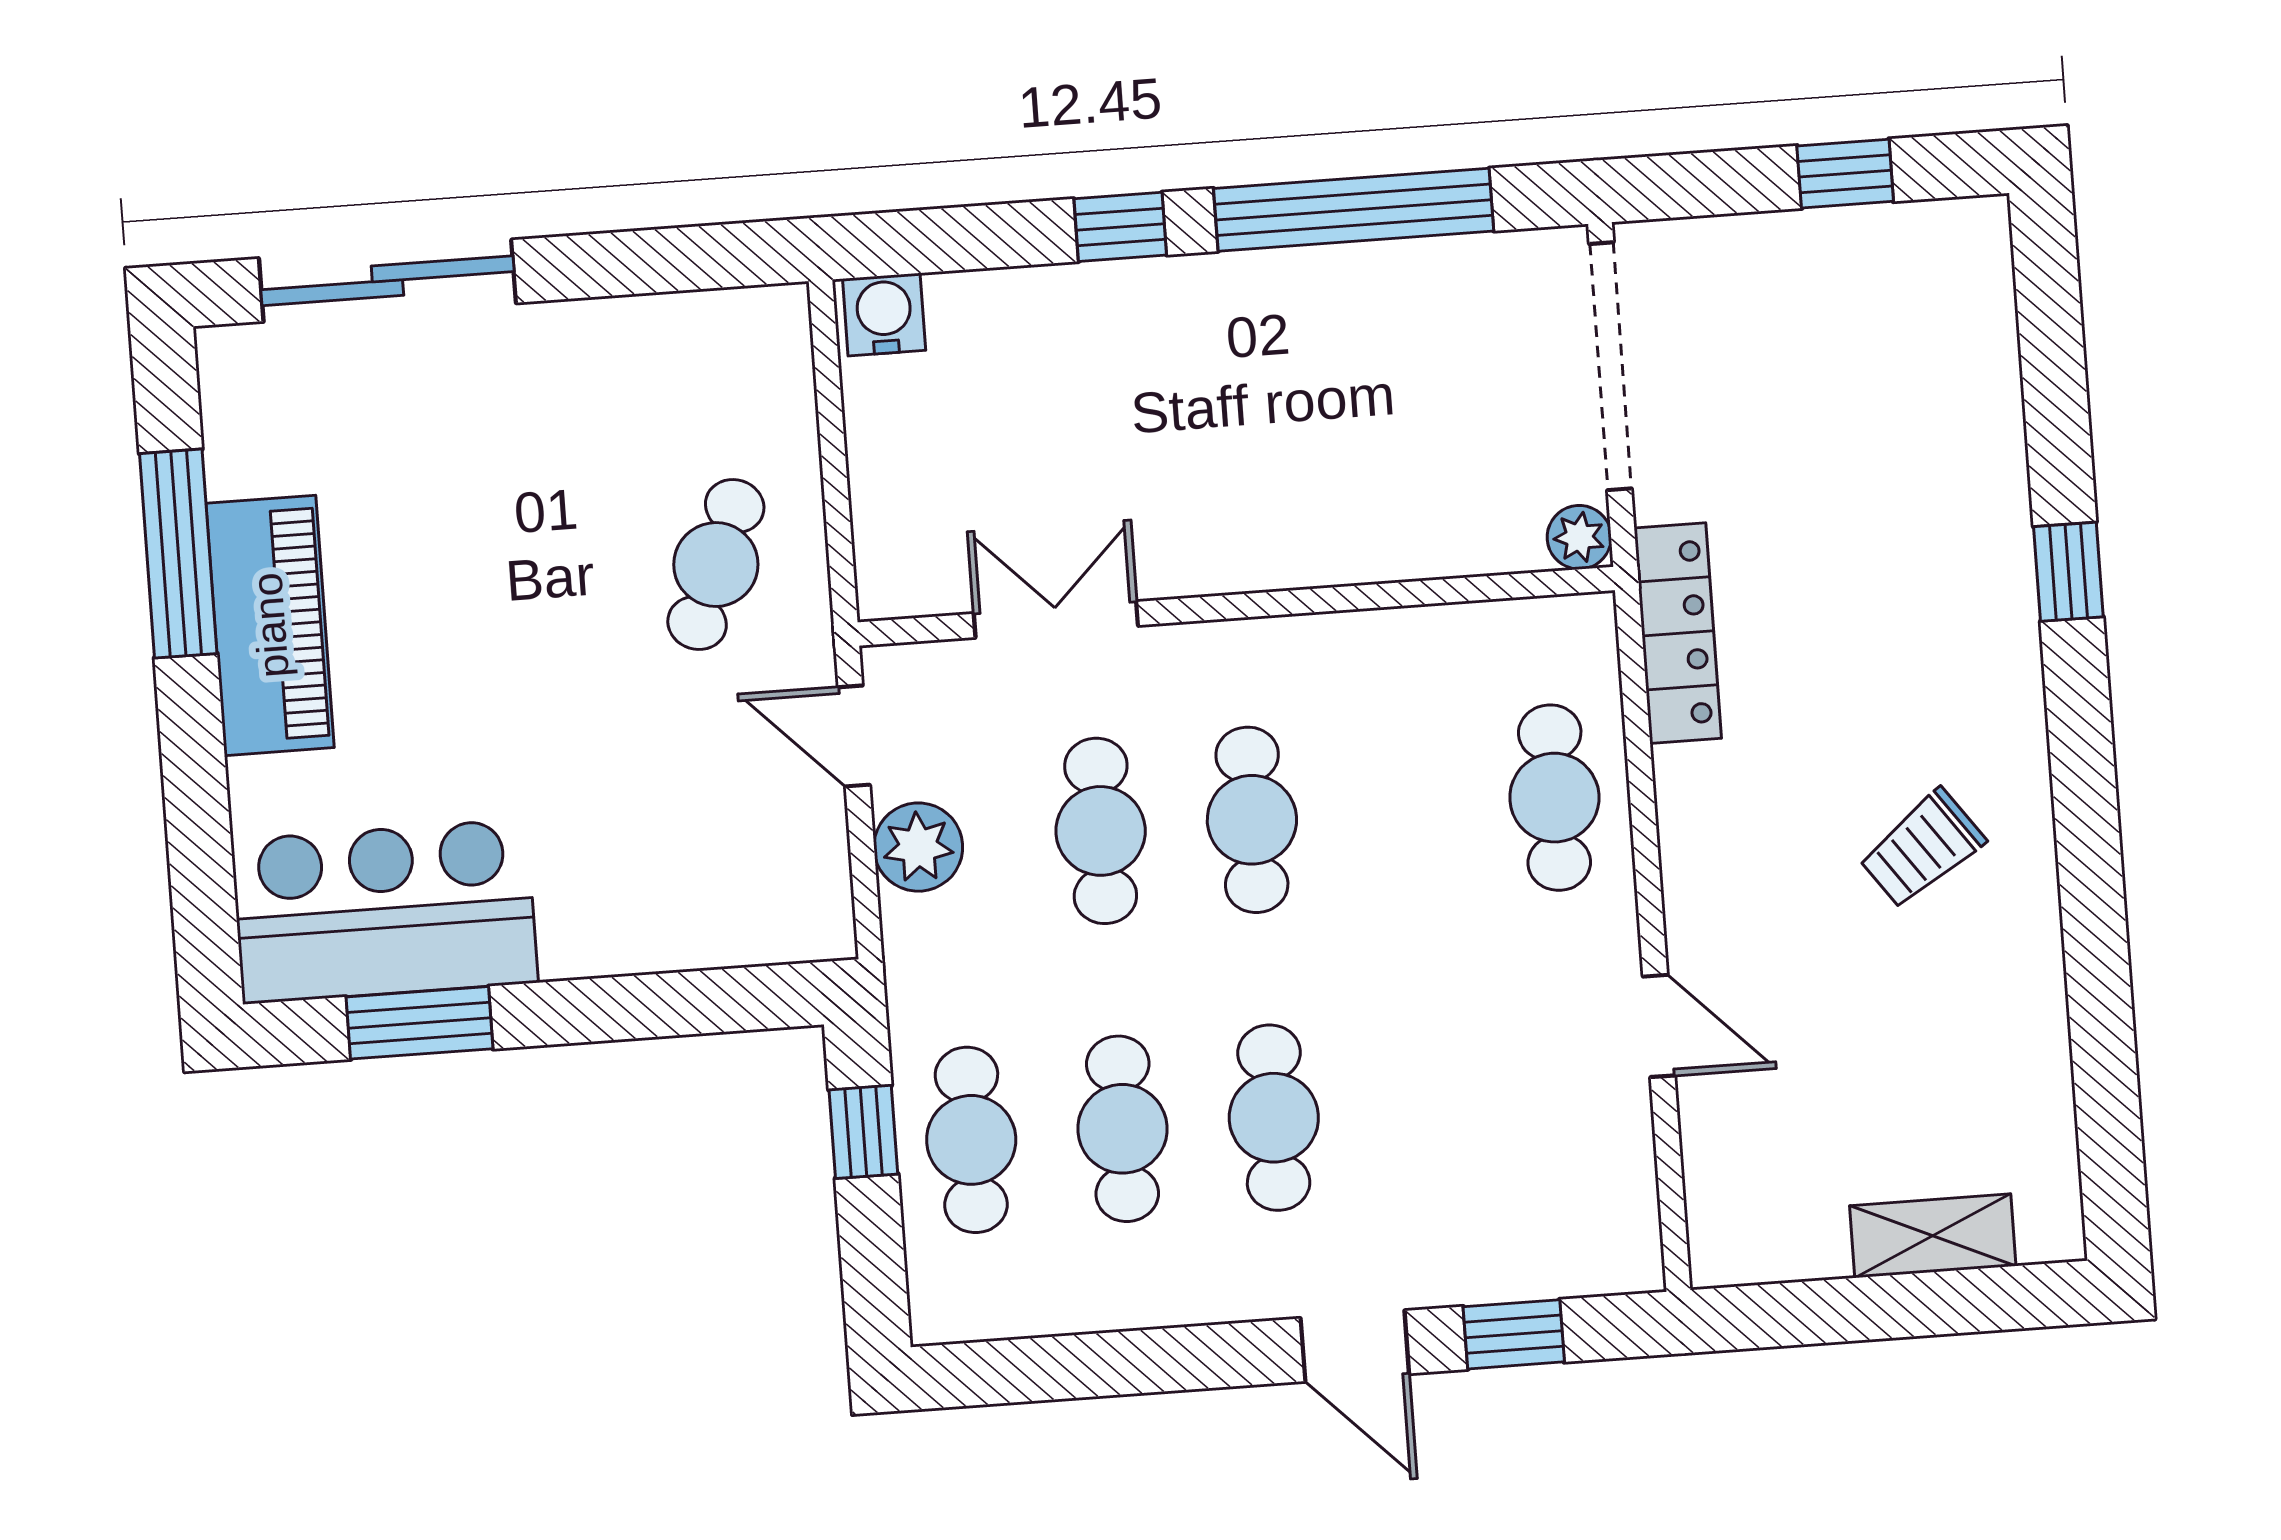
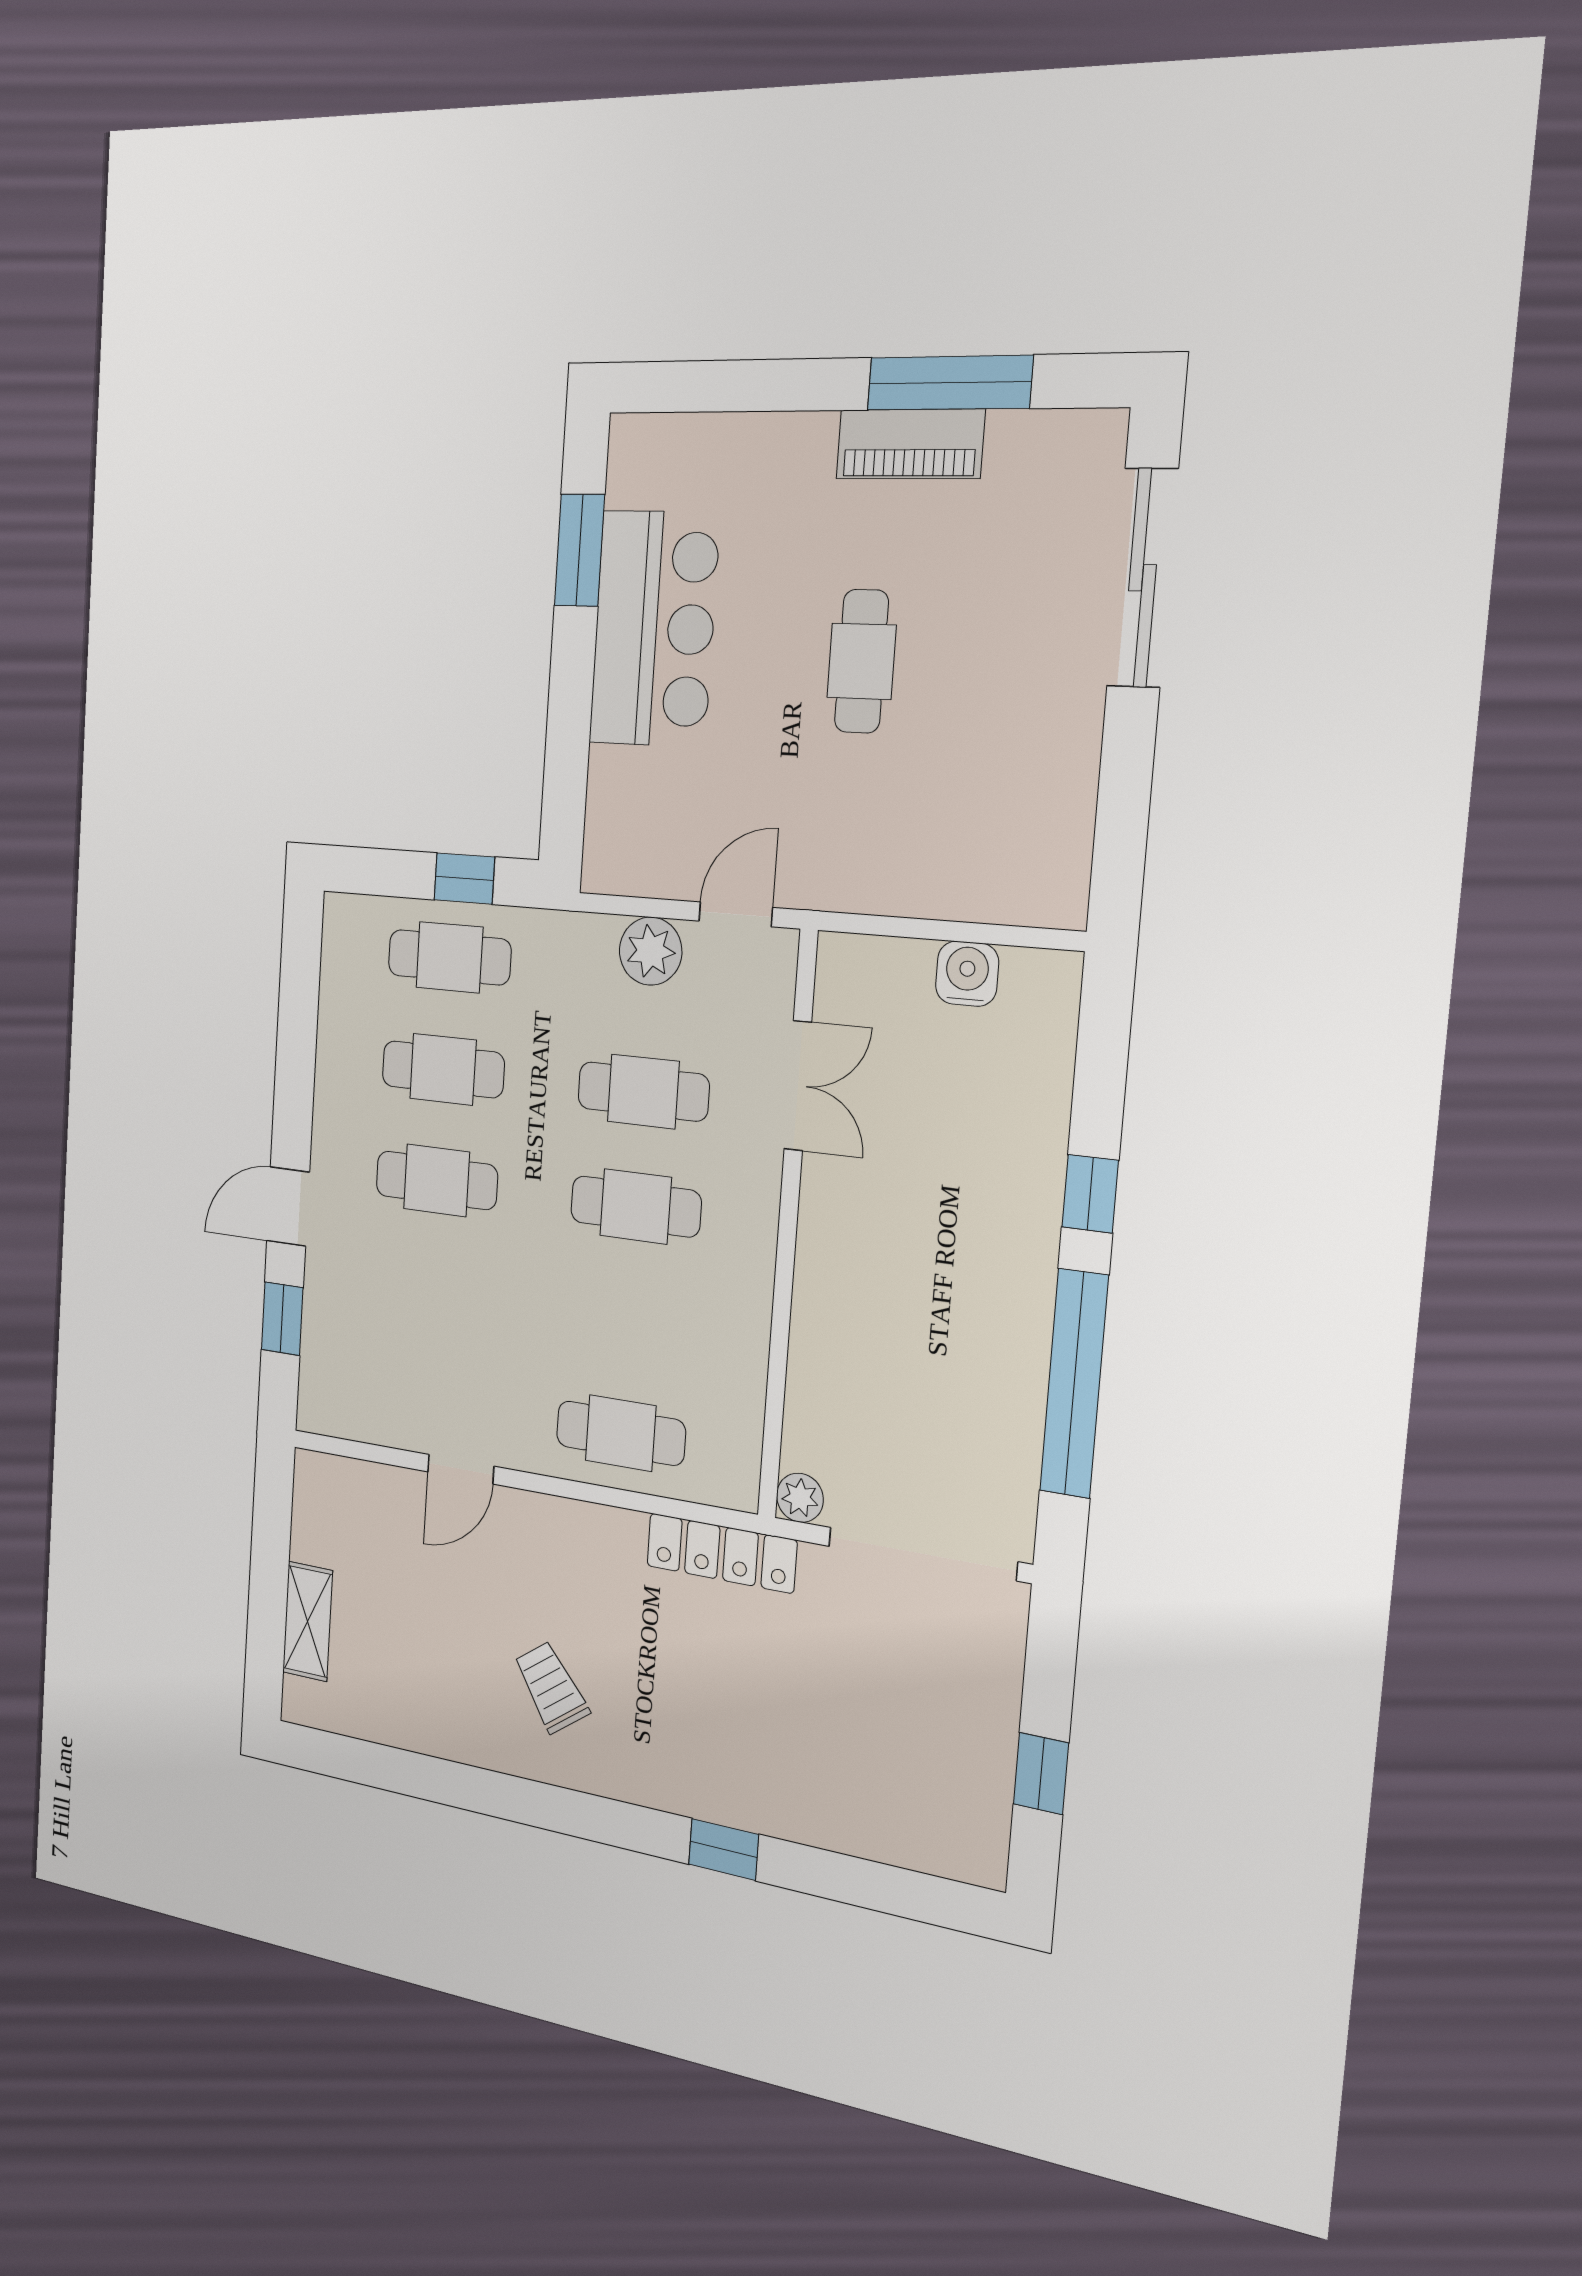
water cooler: (884, 314) -> (967, 974), moved, turned -90
cafe table: (716, 565) -> (862, 661), moved, turned 68
piano: (270, 625) -> (910, 444), width x0.73, depth x0.75
bar counter: (385, 911) -> (654, 629), moved

